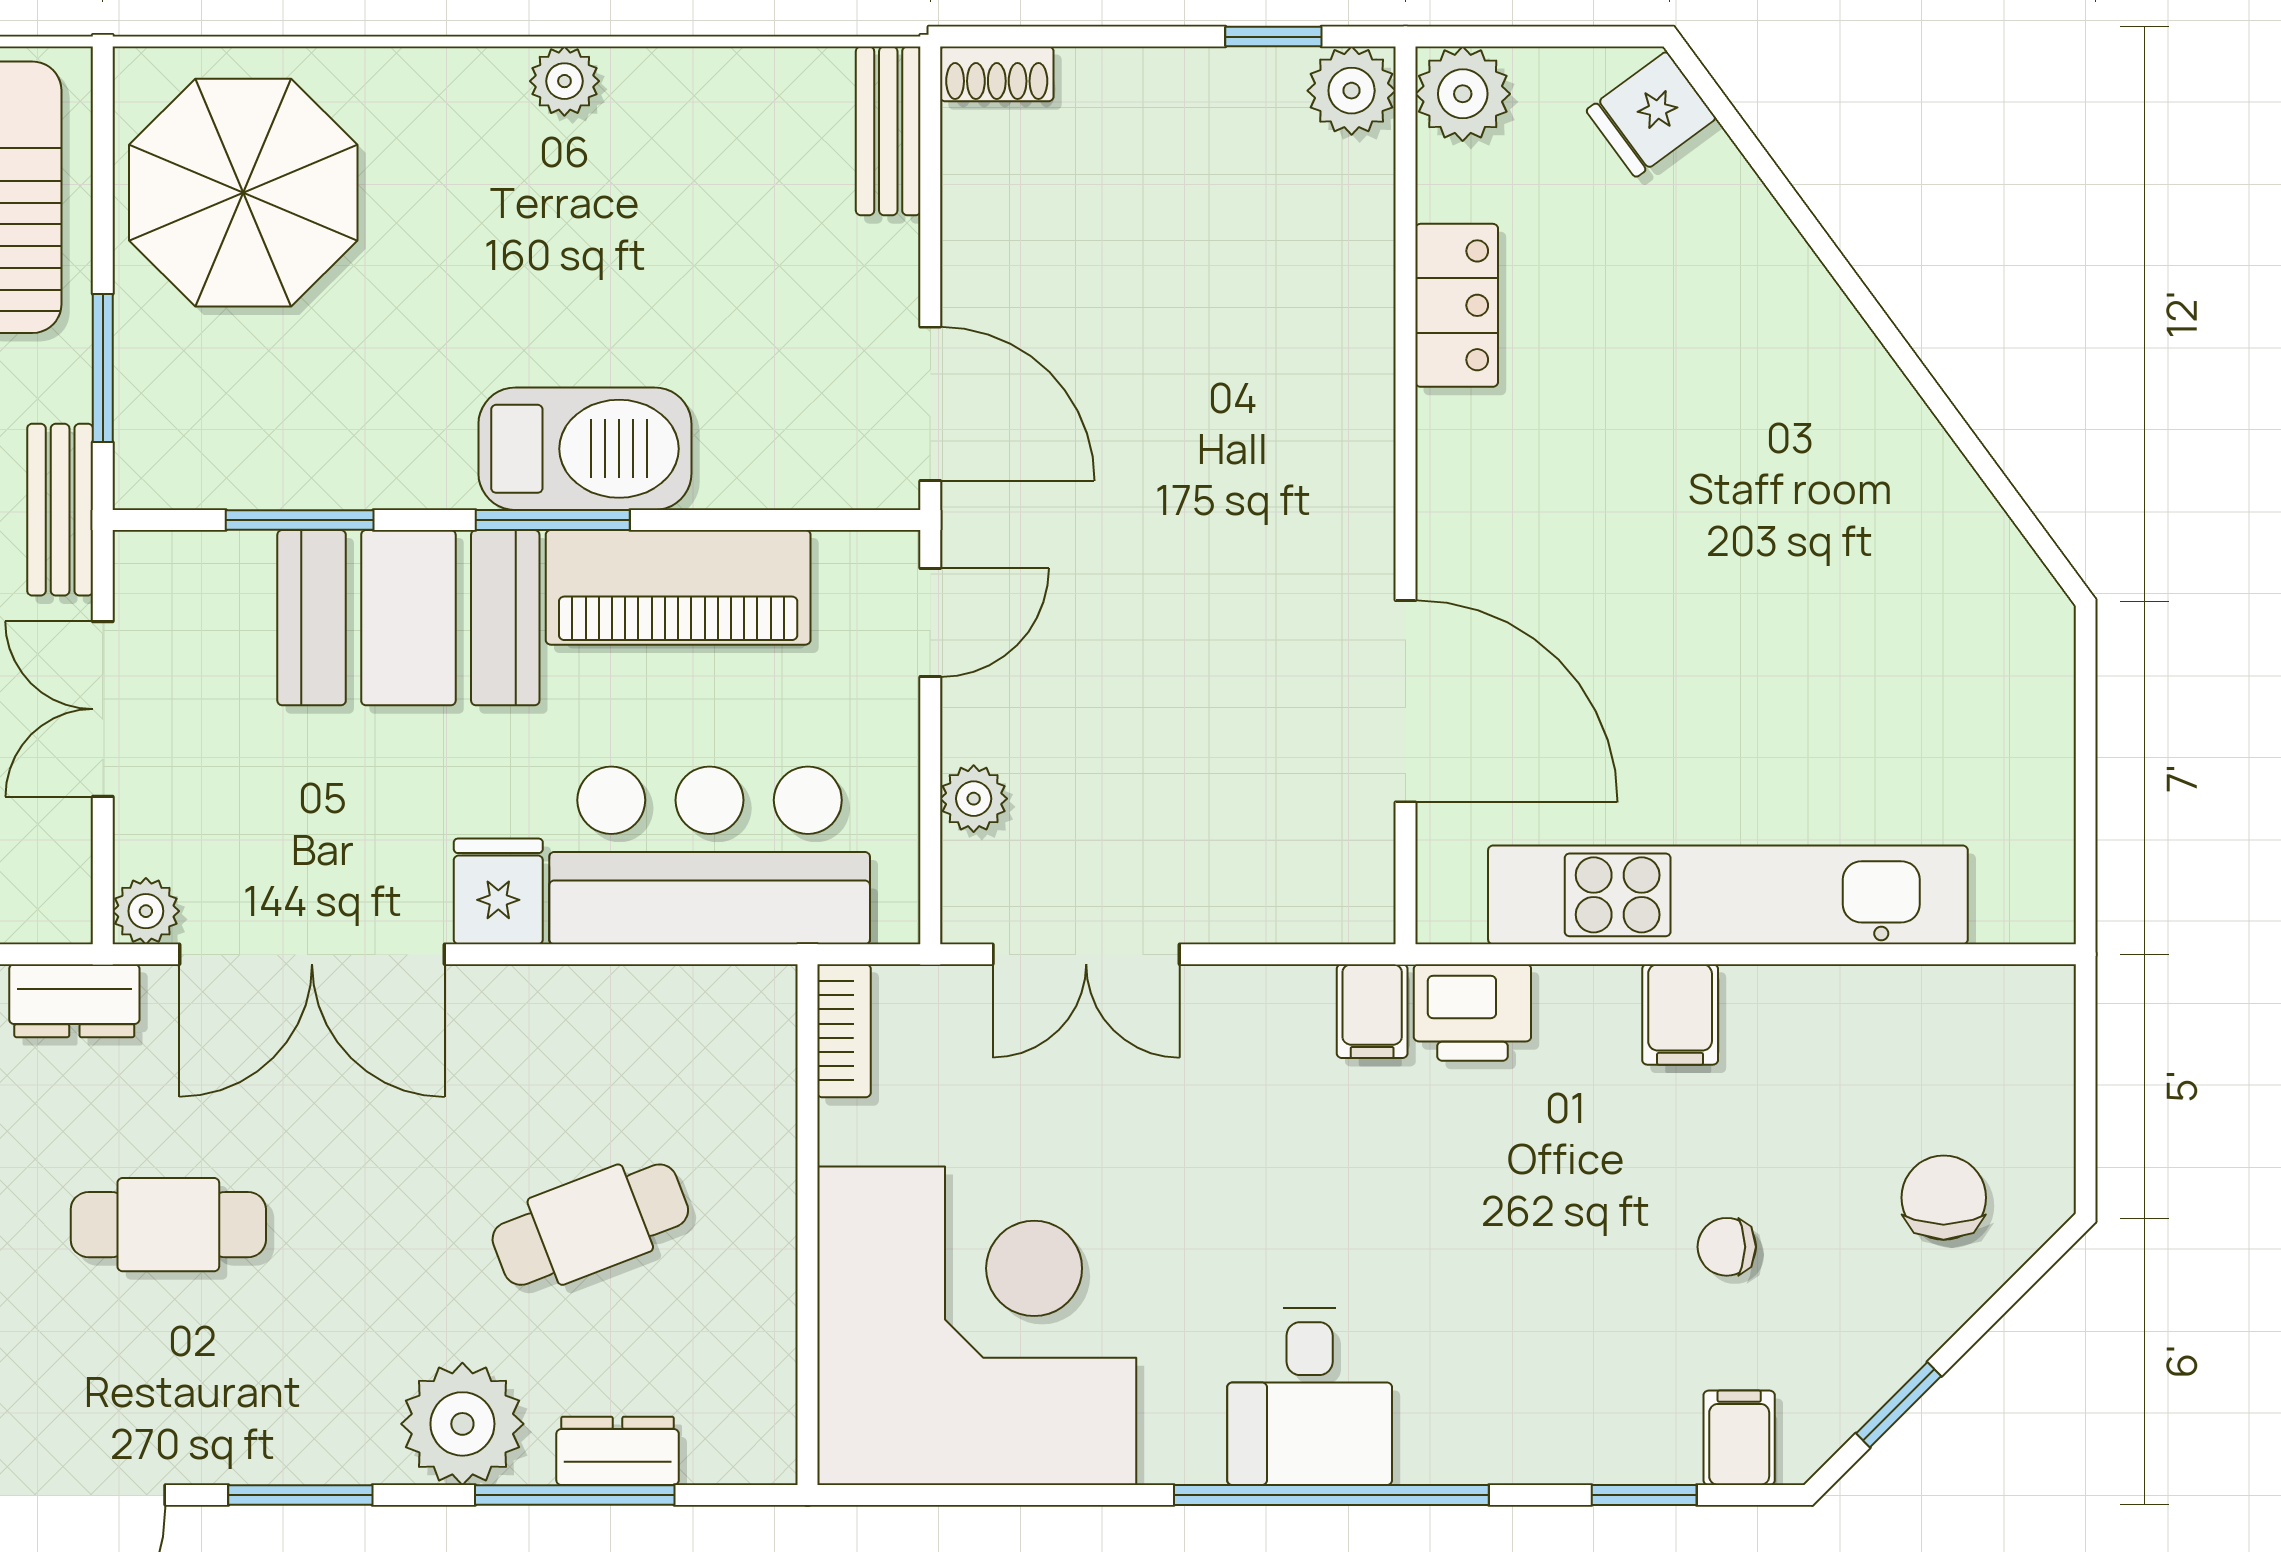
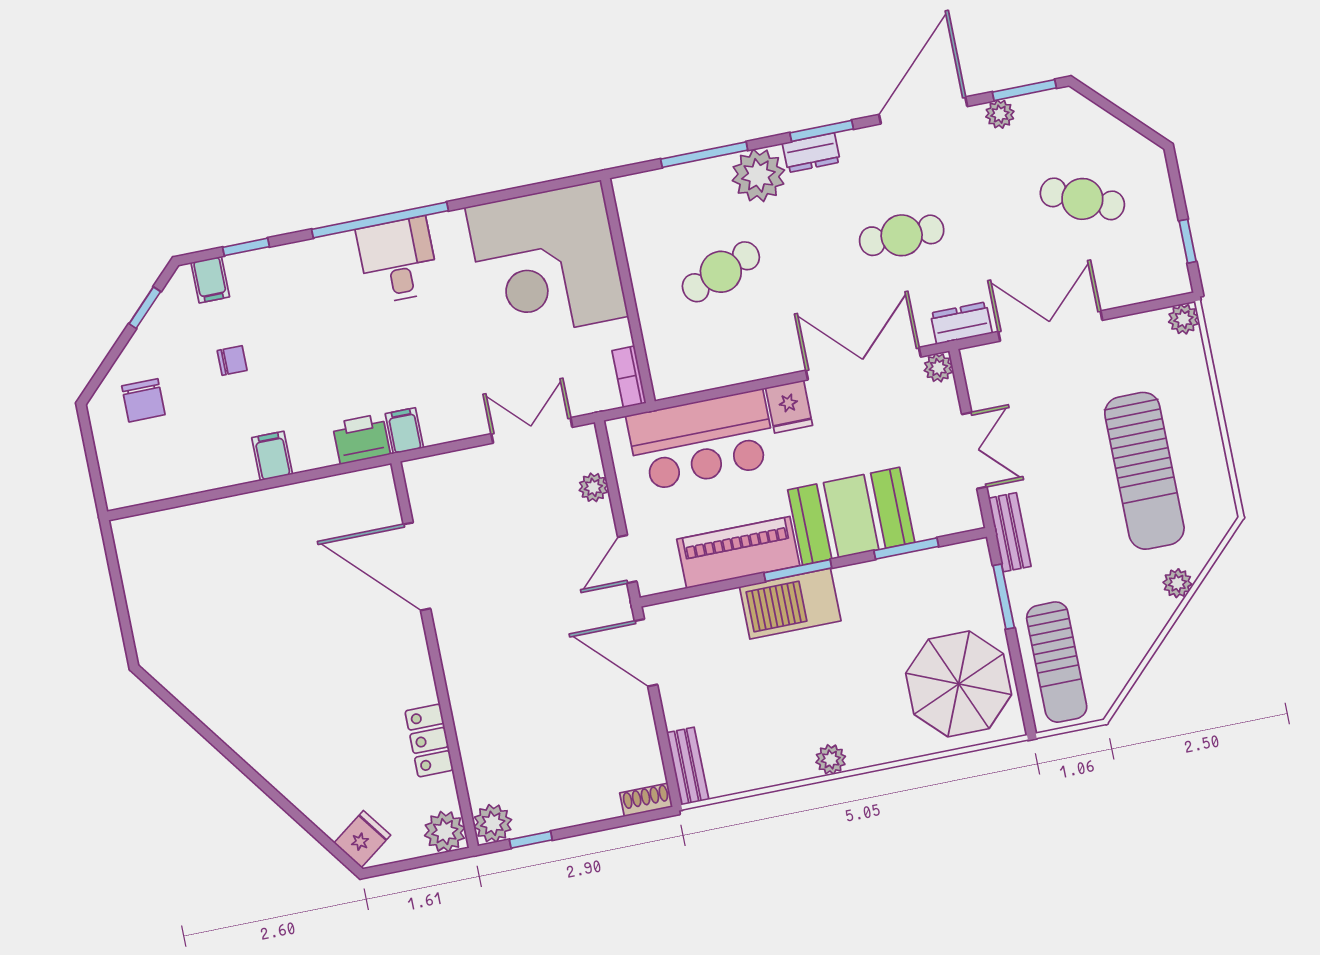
kitchen unit: (1728, 895) -> (262, 511), removed
dresser: (618, 1451) -> (811, 153), moved

